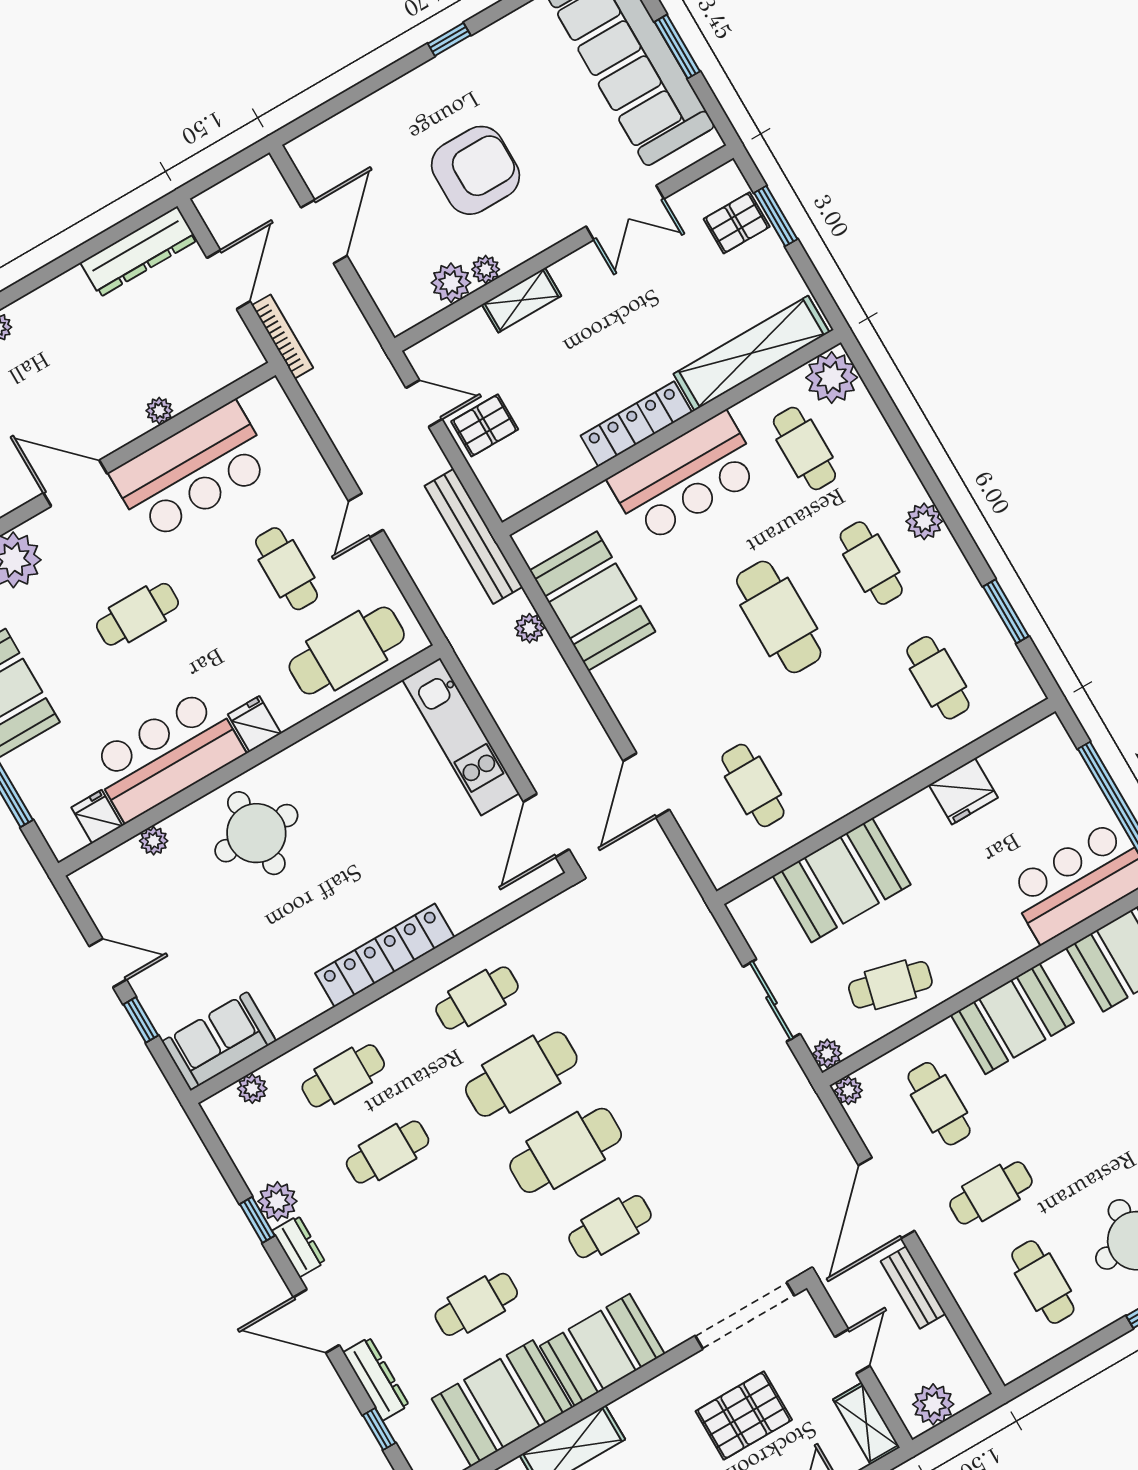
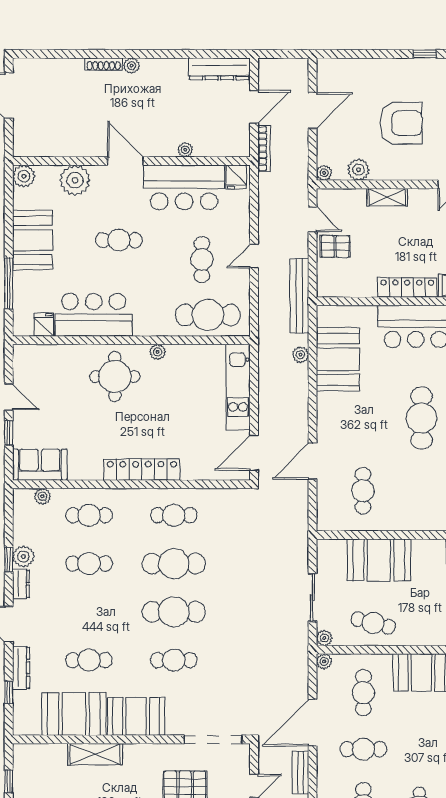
plant: (486, 269) -> (324, 173), moved
fridge: (254, 724) -> (236, 177), moved, turned 180
plant: (154, 841) -> (158, 352), moved

